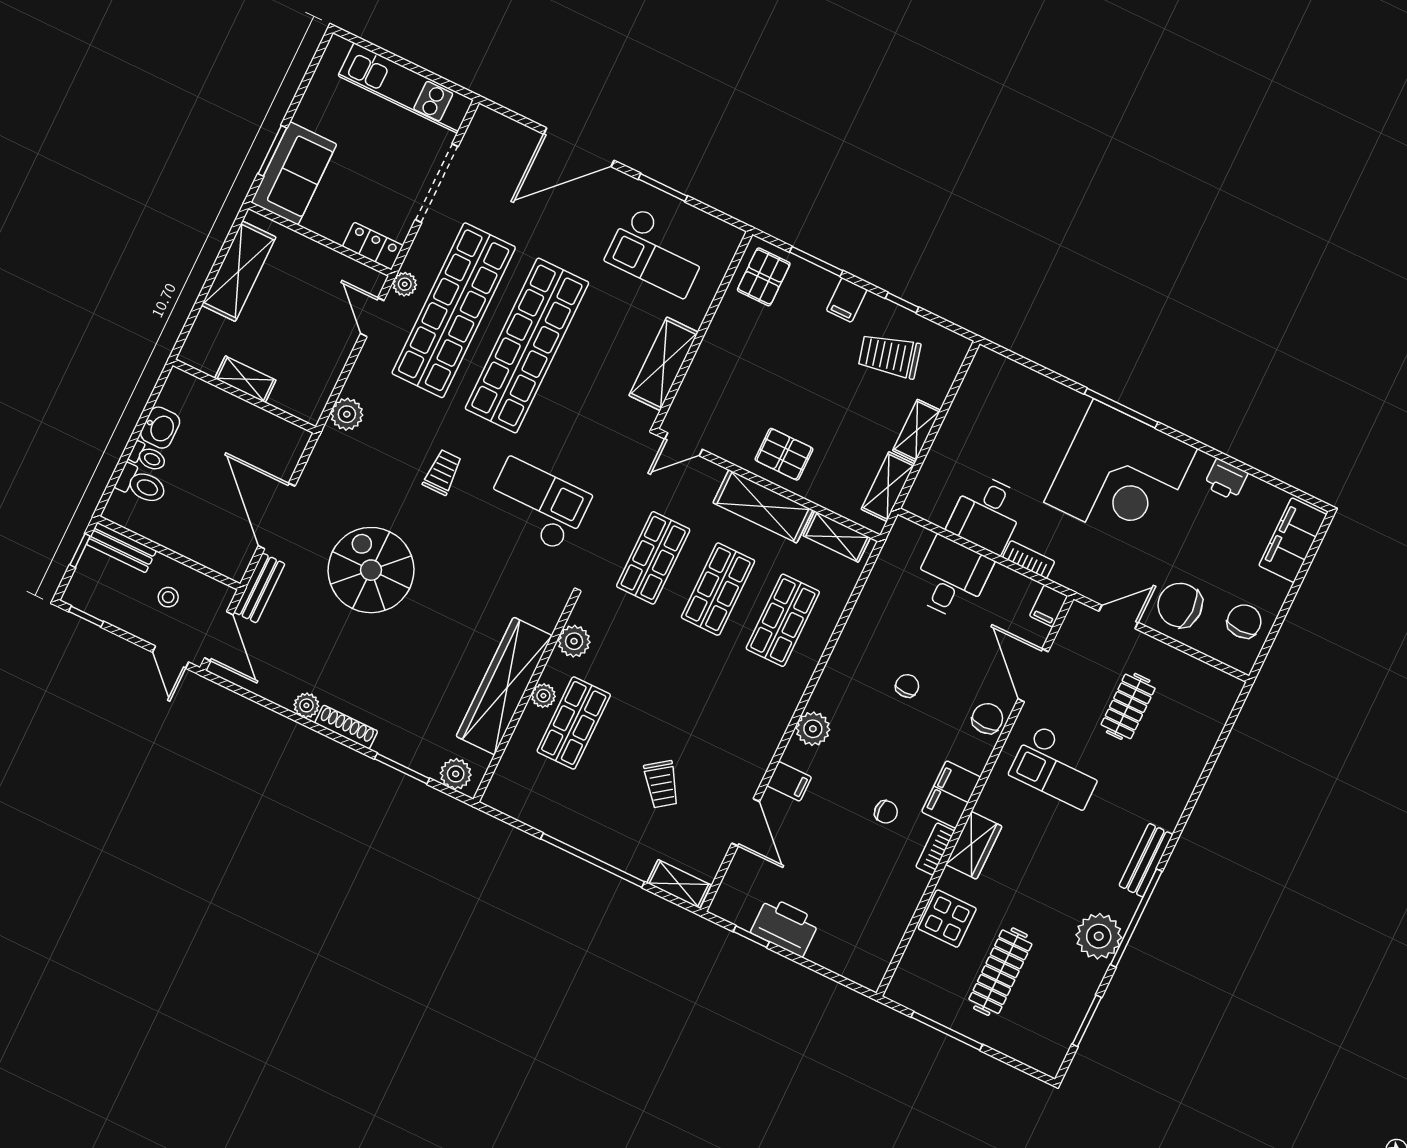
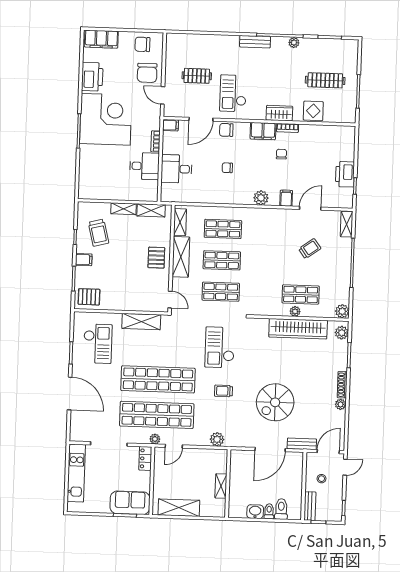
printer: (1226, 479) -> (92, 77), width x1.87, depth x1.48
plant: (574, 641) -> (342, 311), moved
checkout: (1058, 767) -> (233, 93), turned 180
plant: (1099, 936) -> (294, 43), width x0.53, depth x0.53

